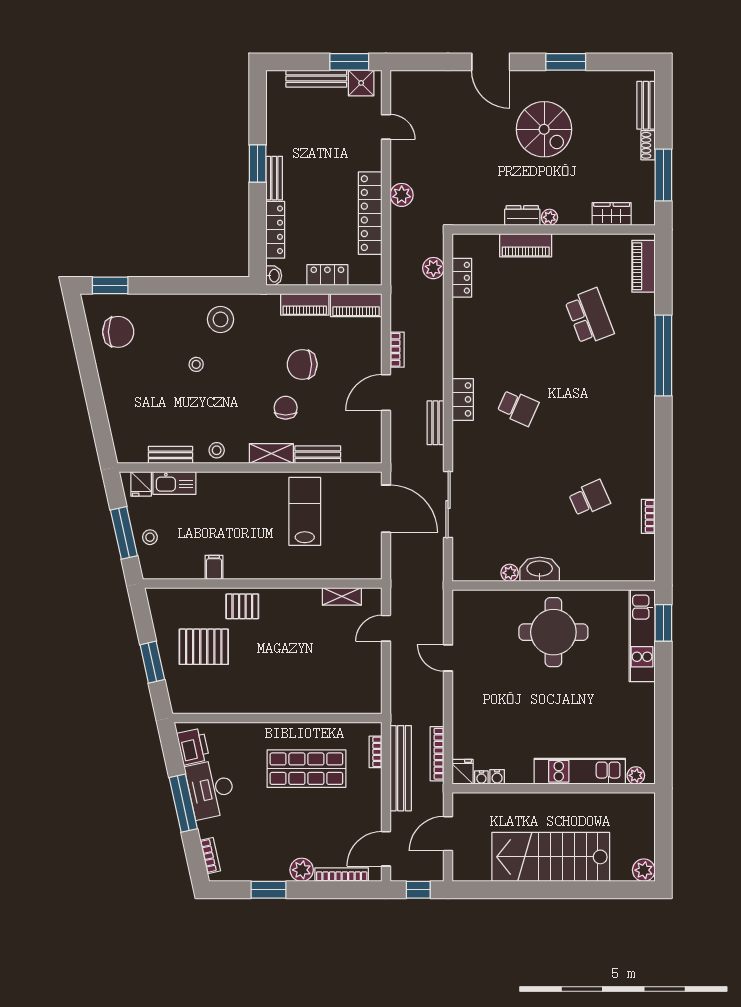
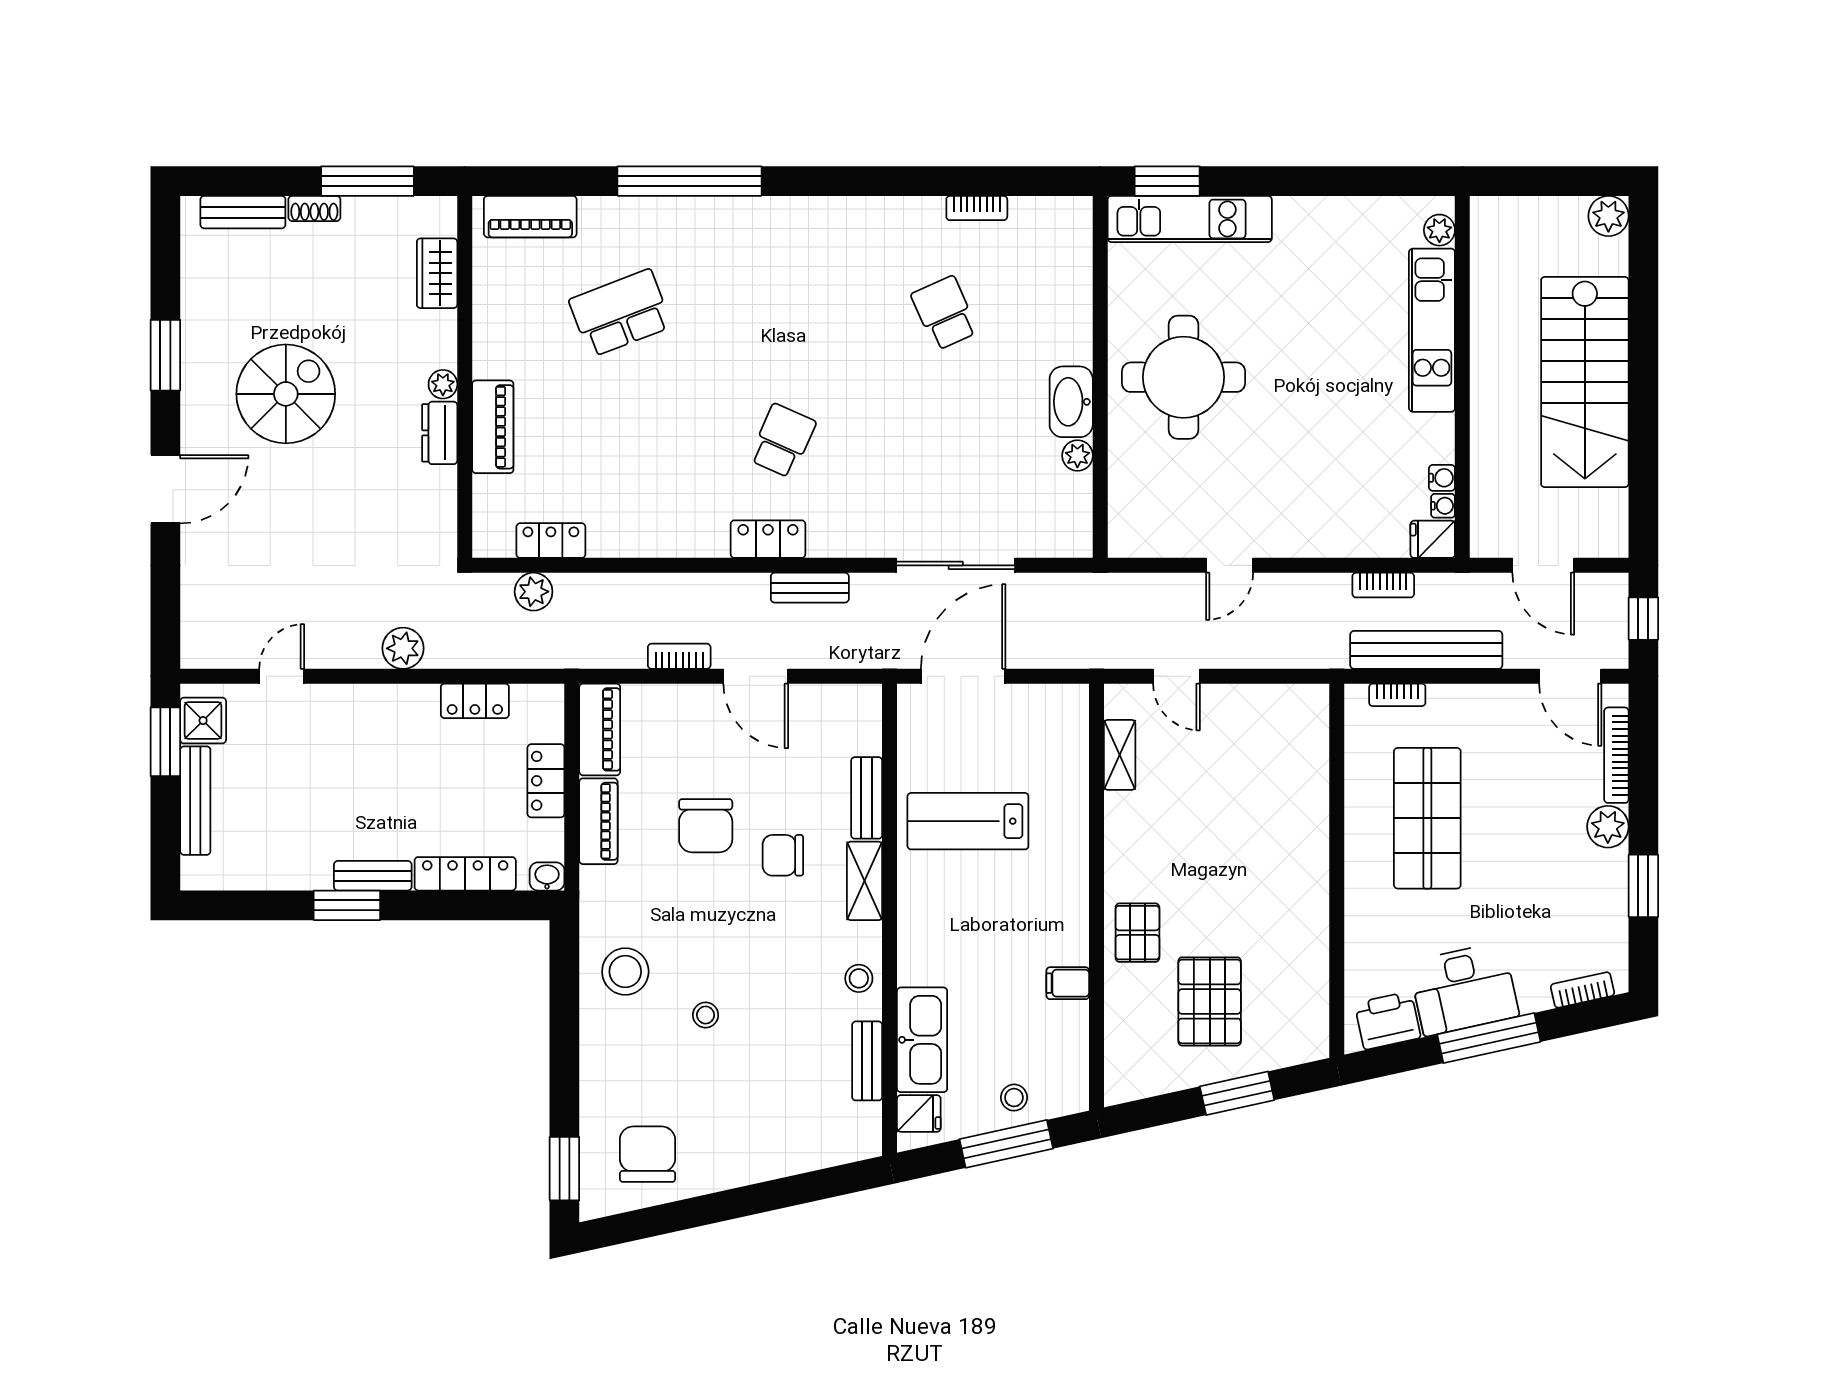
locker: (370, 213) -> (475, 701), width x0.46, depth x0.83
kitchen sink: (174, 483) -> (922, 1040), width x1.36, depth x1.24
bookcase: (437, 754) -> (1383, 585), width x0.64

